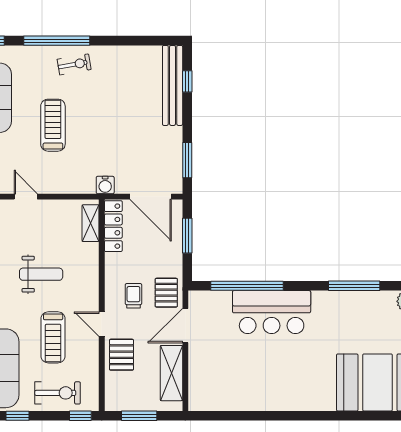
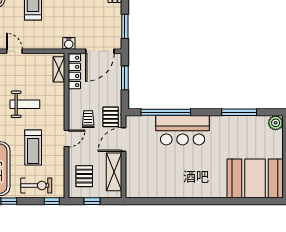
door: (151, 197) -> (100, 51), hinge flipped
door: (102, 324) -> (66, 138), swing flipped
pallet: (121, 355) -> (84, 176), moved
window: (139, 416) -> (92, 201), width x0.67

